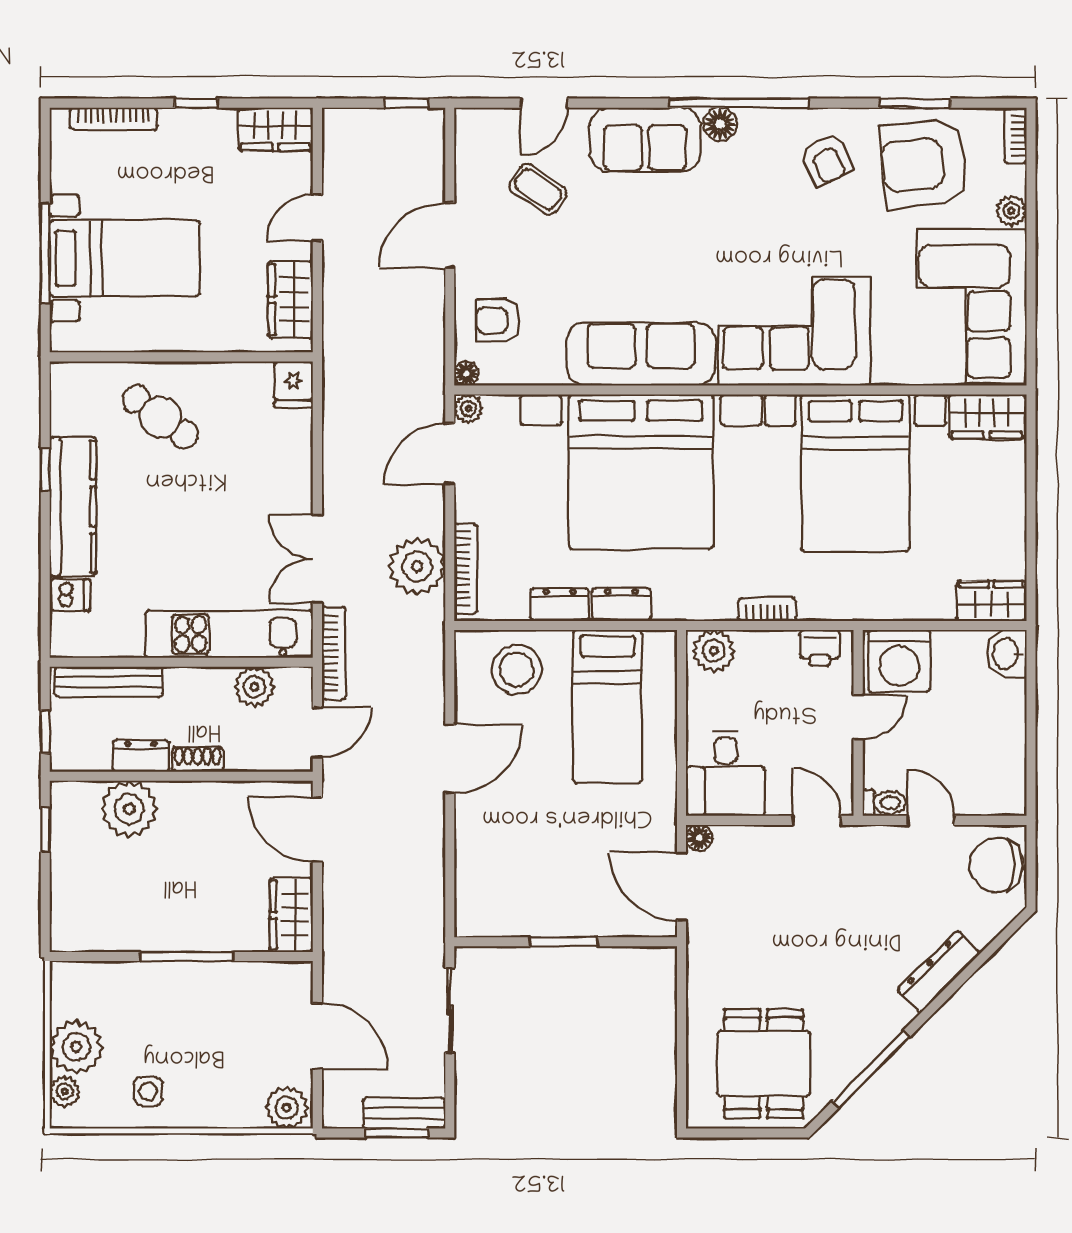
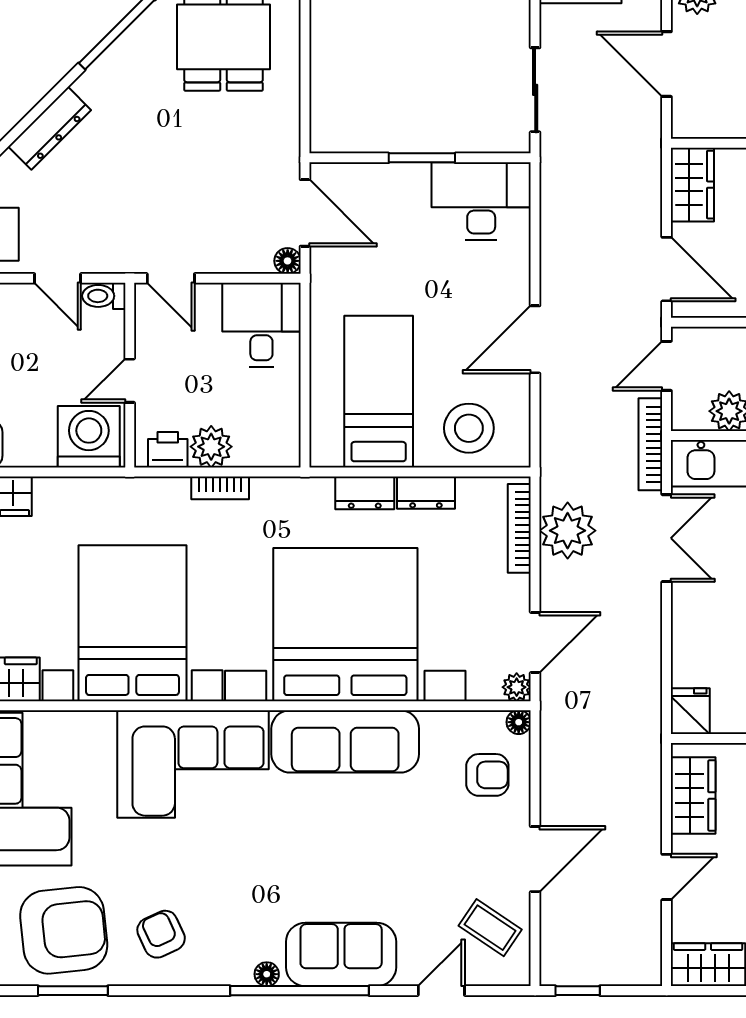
window: (739, 103) -> (300, 991), moved
floor lamp: (720, 124) -> (267, 974), width x0.73, depth x0.73
coffee table: (538, 189) -> (490, 928), moved
plant: (714, 651) -> (211, 447), moved
desk: (504, 898) -> (481, 201), added

